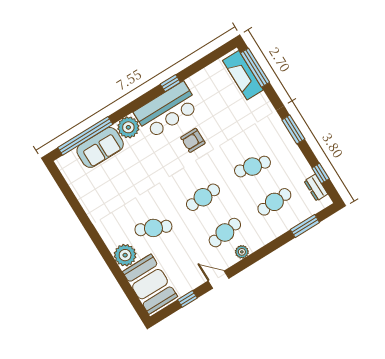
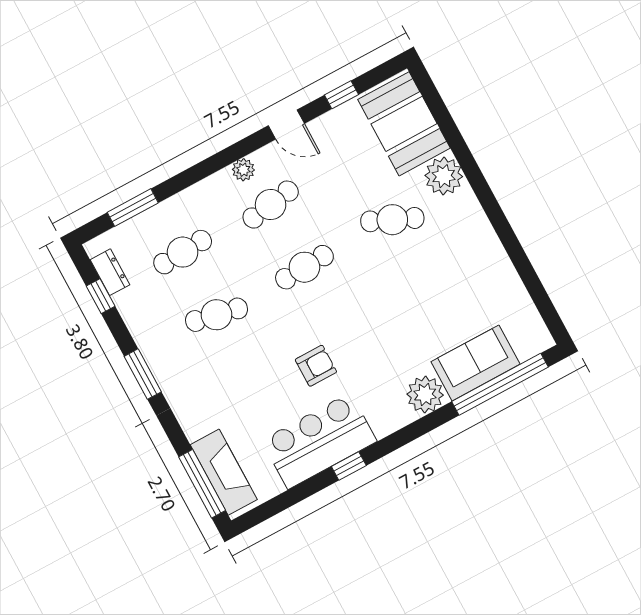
bar counter: (167, 110) -> (319, 441), moved

